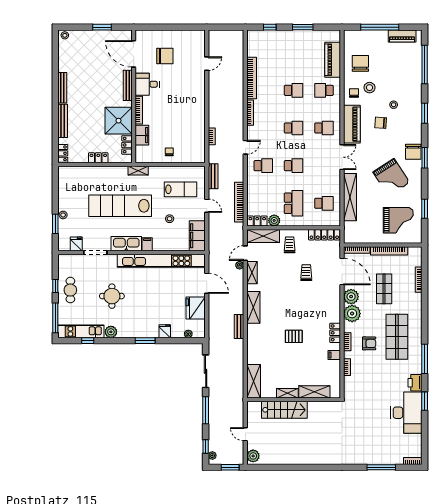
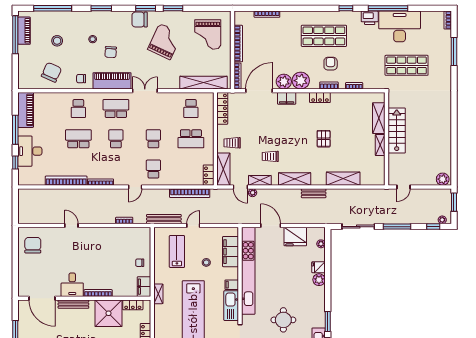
window: (303, 27) -> (15, 130), width x1.44
window: (380, 27) -> (15, 35), moved
desk: (281, 42) -> (30, 151), added
door: (134, 54) -> (42, 298), hinge flipped
chair: (165, 56) -> (33, 245), moved
piano: (333, 60) -> (26, 110), moved, turned -90
chair: (360, 63) -> (51, 72), turned 114
door: (207, 64) -> (71, 225), moved
stool: (369, 88) -> (57, 41), moved
school desk: (294, 90) -> (78, 139), width x1.85
school desk: (324, 128) -> (116, 109), width x1.85
filing cabinet: (142, 135) -> (144, 287), moved, turned -90
door: (245, 147) -> (135, 187), swing flipped
chair: (413, 152) -> (140, 20), turned 180
bench: (213, 176) -> (164, 219), width x1.36
grand piano: (391, 177) -> (165, 41), turned -32
shelving: (350, 197) -> (203, 83), moved
school desk: (294, 203) -> (191, 139), turned 180
school desk: (324, 203) -> (191, 109), turned 180
window: (425, 209) -> (173, 8), moved
plant: (274, 220) -> (208, 158), removed
grand piano: (398, 220) -> (208, 34), turned 180
filing cabinet: (197, 236) -> (231, 252), moved, turned 90
trolley: (306, 273) -> (270, 156), moved
door: (207, 283) -> (271, 225), hinge flipped
shop shelf: (384, 289) -> (407, 65), moved, width x1.43, depth x1.36
plant: (111, 332) -> (319, 280), moved
window: (145, 341) -> (328, 321), moved
filing cabinet: (334, 355) -> (287, 98), moved, width x2.00
window: (425, 359) -> (346, 8), width x0.46
shelving: (254, 381) -> (343, 179), moved
window: (425, 401) -> (388, 8), width x2.11
stairs: (284, 410) -> (397, 130), moved
door: (245, 434) -> (403, 187), moved

